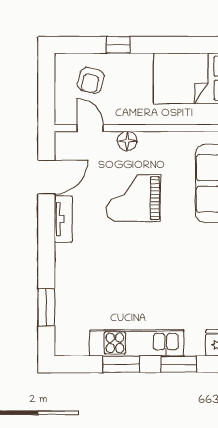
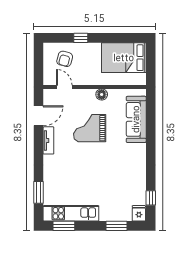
floor lamp: (127, 141) -> (102, 94), moved
kitchen unit: (137, 343) -> (71, 213), moved
window: (121, 364) -> (64, 226), moved

